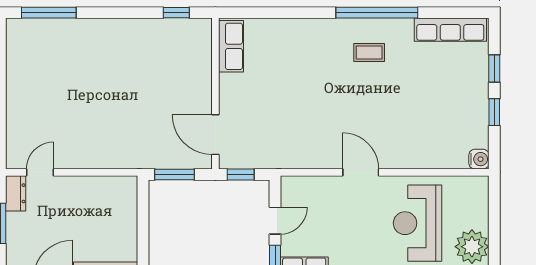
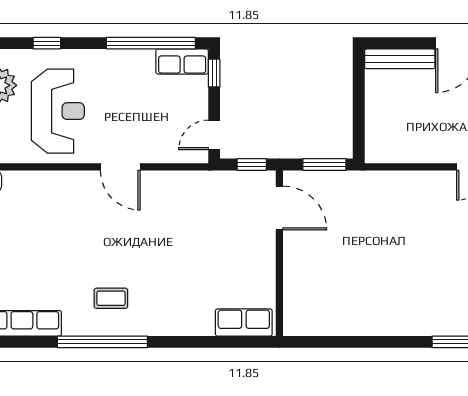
window: (176, 13) -> (322, 342), removed
row of seats: (231, 46) -> (244, 322), moved, turned 90
door: (275, 221) -> (214, 135), moved

